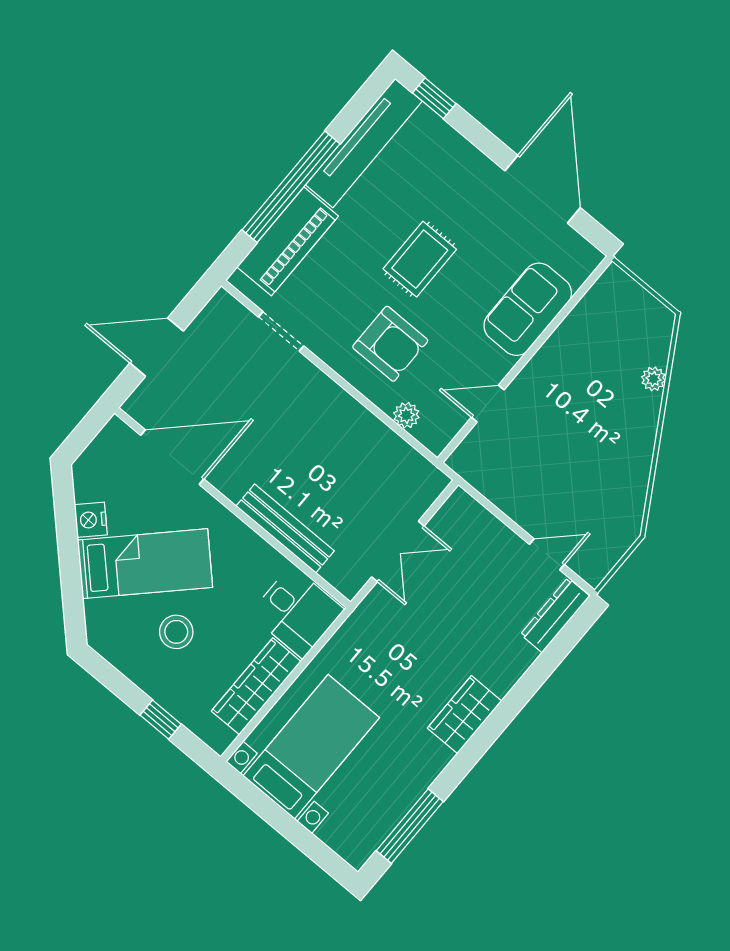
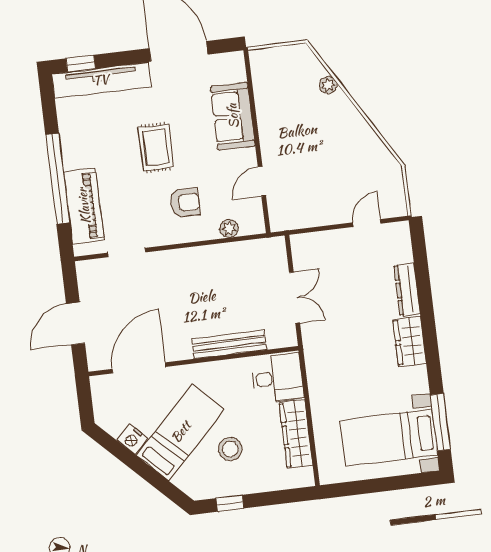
tv unit: (364, 143) -> (101, 80), moved, turned 90
armchair: (390, 344) -> (185, 203), width x0.72, depth x0.72
dresser: (555, 615) -> (407, 289), moved
window: (161, 720) -> (230, 503), moved
bed with nightstands: (311, 747) -> (389, 438), moved, turned -90

